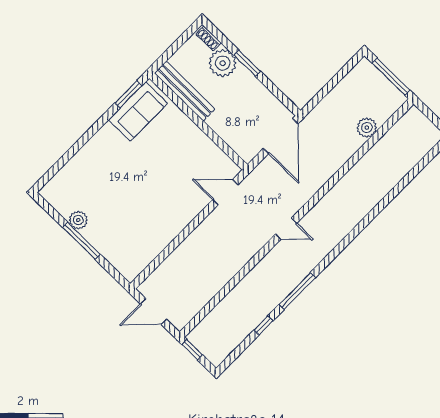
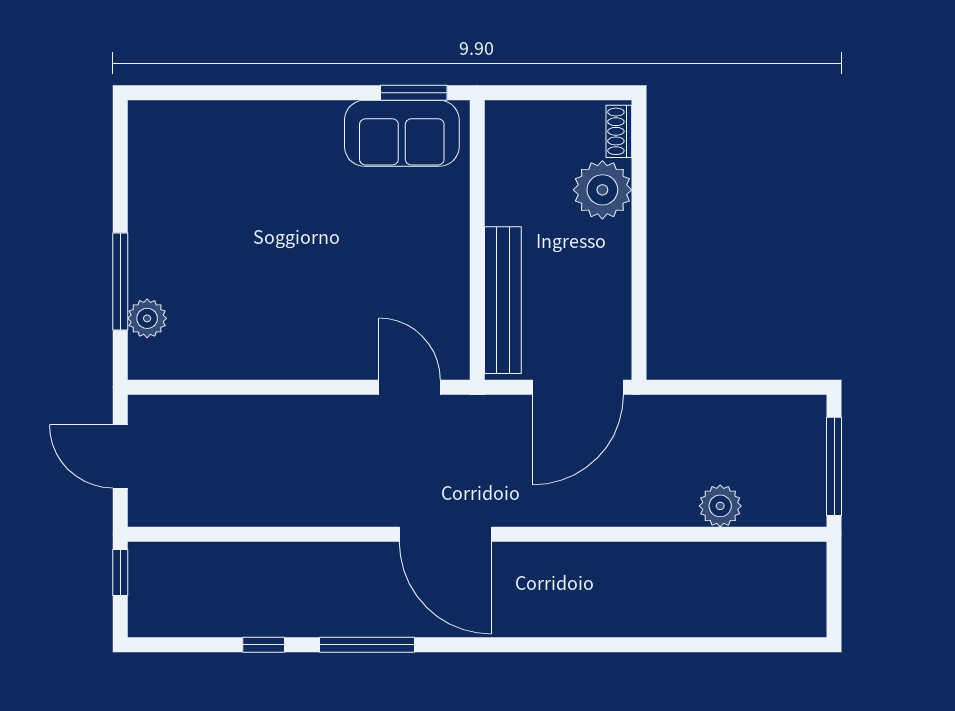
window: (247, 63) -> (639, 227), removed
bench: (185, 91) -> (503, 300), moved
plant: (78, 220) -> (147, 318), moved
door: (286, 229) -> (445, 534), width x1.87
window: (81, 241) -> (120, 282), moved

